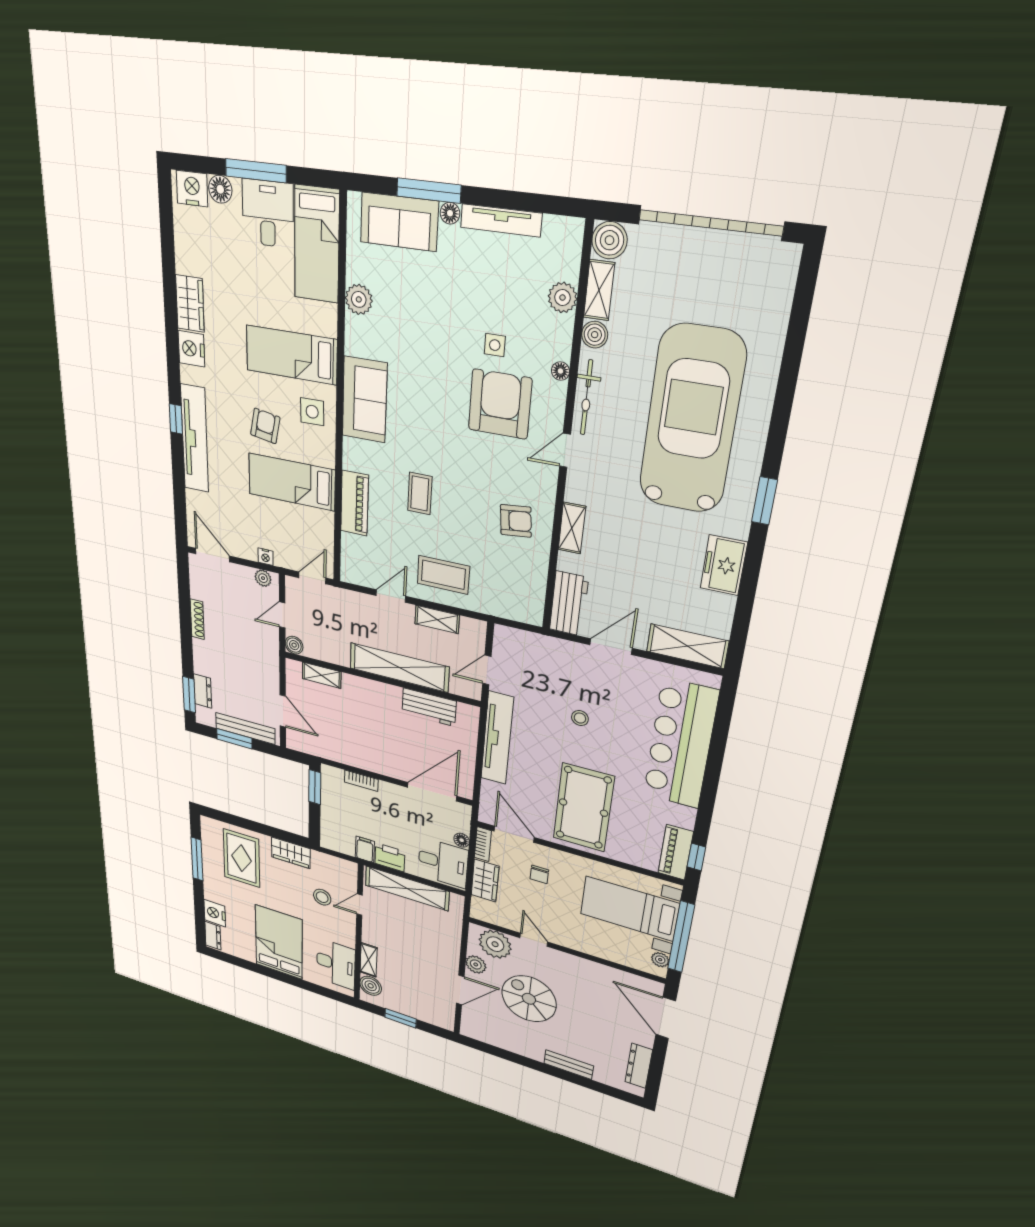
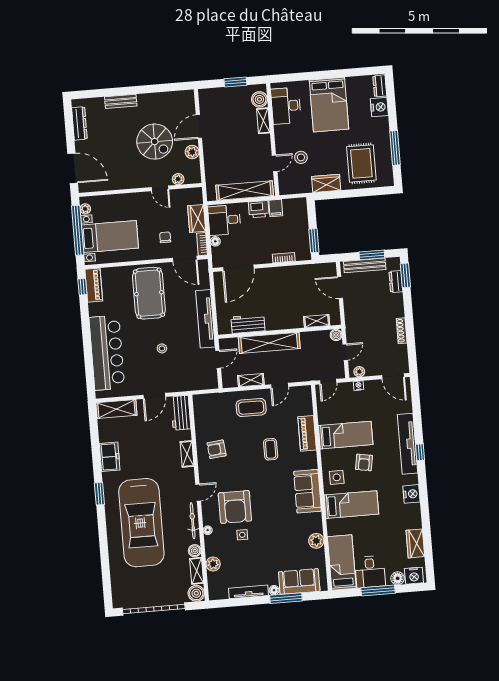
wardrobe: (190, 304) -> (415, 543), moved
plant: (495, 944) -> (178, 179), width x0.53, depth x0.53

